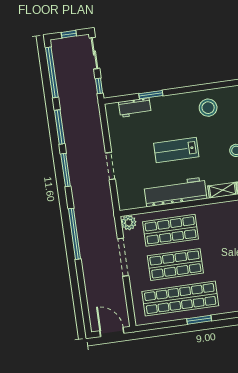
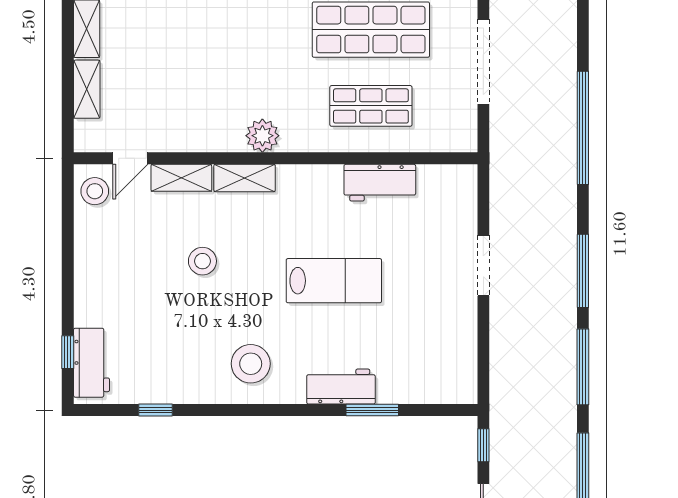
workbench: (135, 108) -> (341, 387), moved
workbench: (175, 192) -> (380, 183), width x0.53, depth x0.76
plant: (129, 223) -> (262, 136), moved
shop shelf: (171, 230) -> (371, 106), width x0.70, depth x0.74

